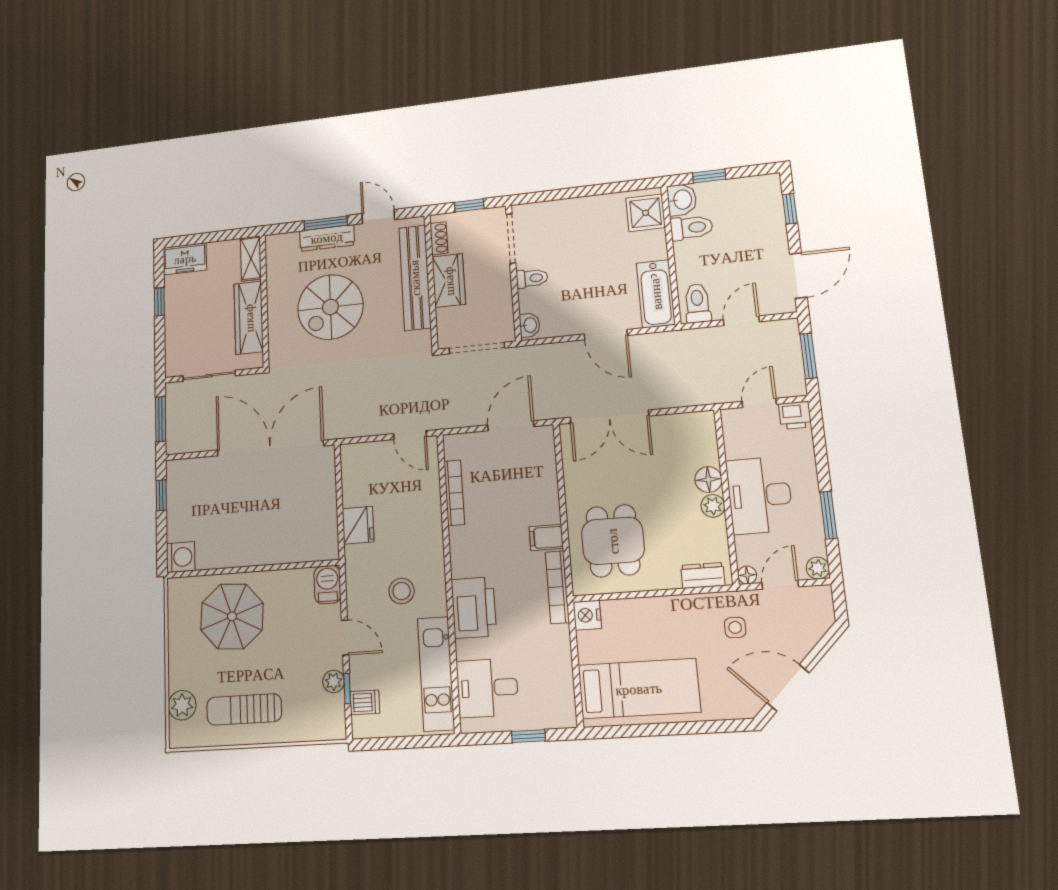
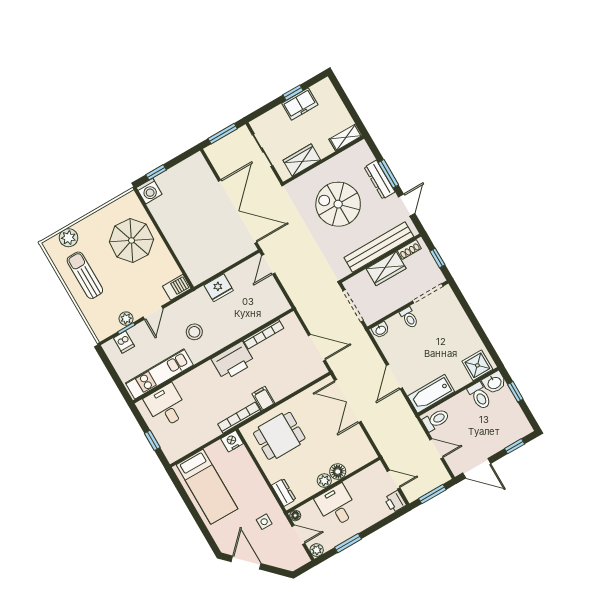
freezer: (185, 259) -> (300, 104), moved, turned -90
wardrobe: (249, 318) -> (302, 160), width x0.67
door: (410, 435) -> (268, 264), moved
window: (161, 495) -> (156, 172), moved
desk: (760, 495) -> (337, 506), width x0.73
printer: (474, 608) -> (233, 361), moved

